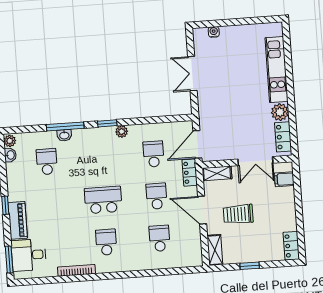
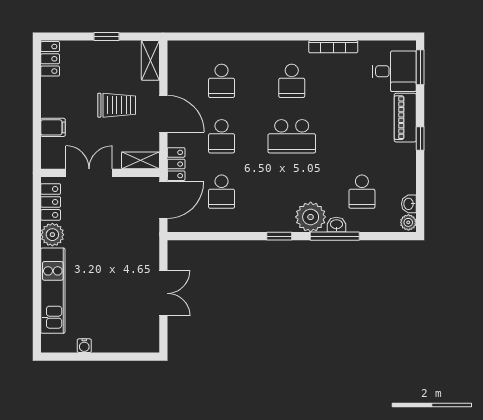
water cooler: (214, 32) -> (84, 346), moved
plant: (122, 132) -> (311, 217), moved, width x1.88, depth x1.88
filing cabinet: (284, 179) -> (53, 127), moved

